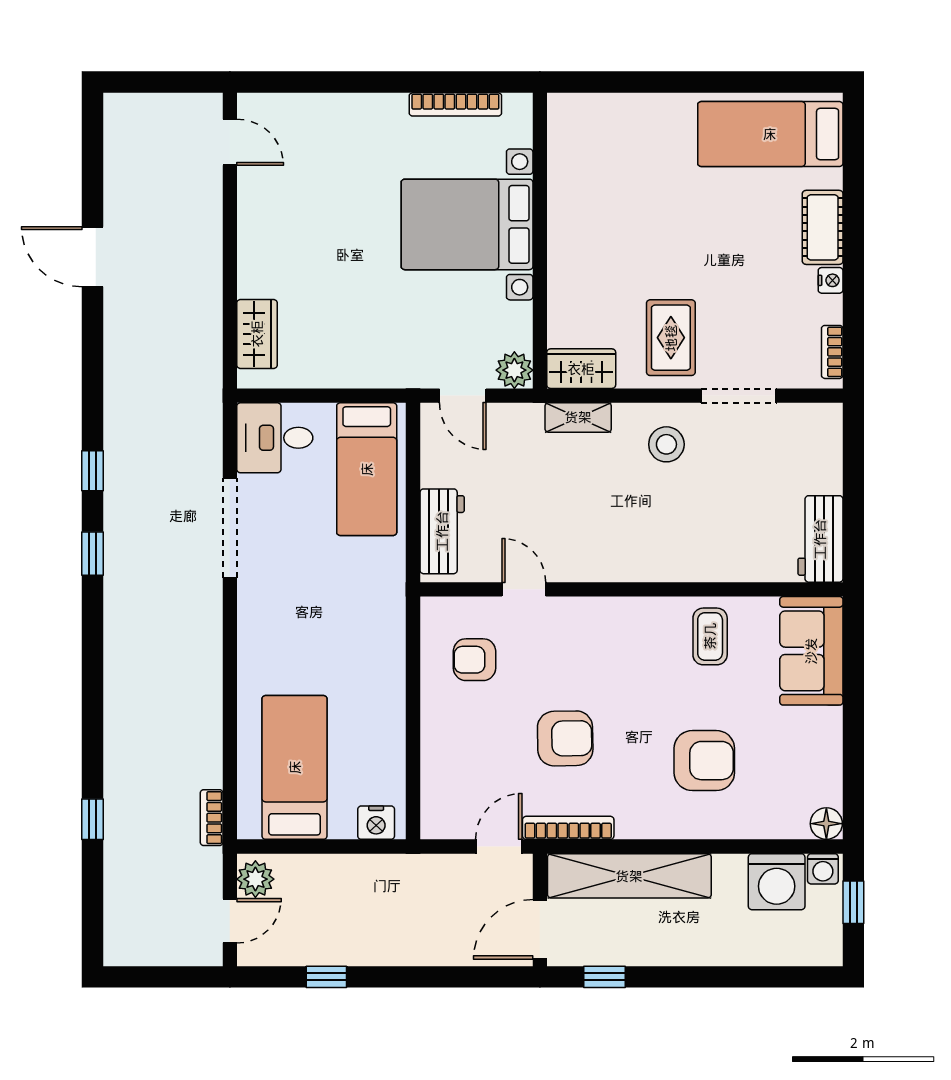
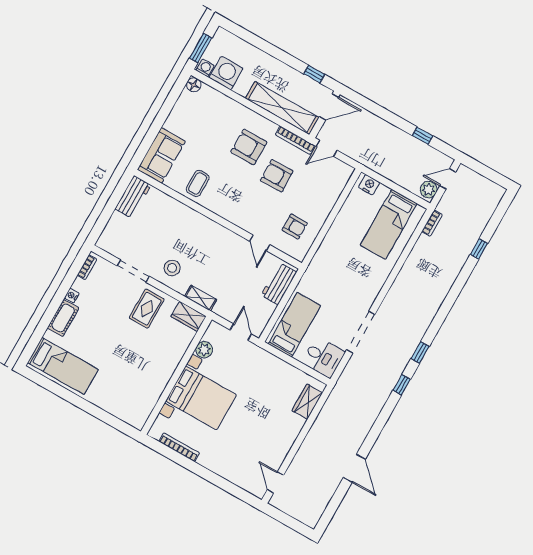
plant: (514, 370) -> (204, 350), moved
armchair: (704, 761) -> (249, 147), moved
window: (853, 902) -> (201, 48), width x1.50

